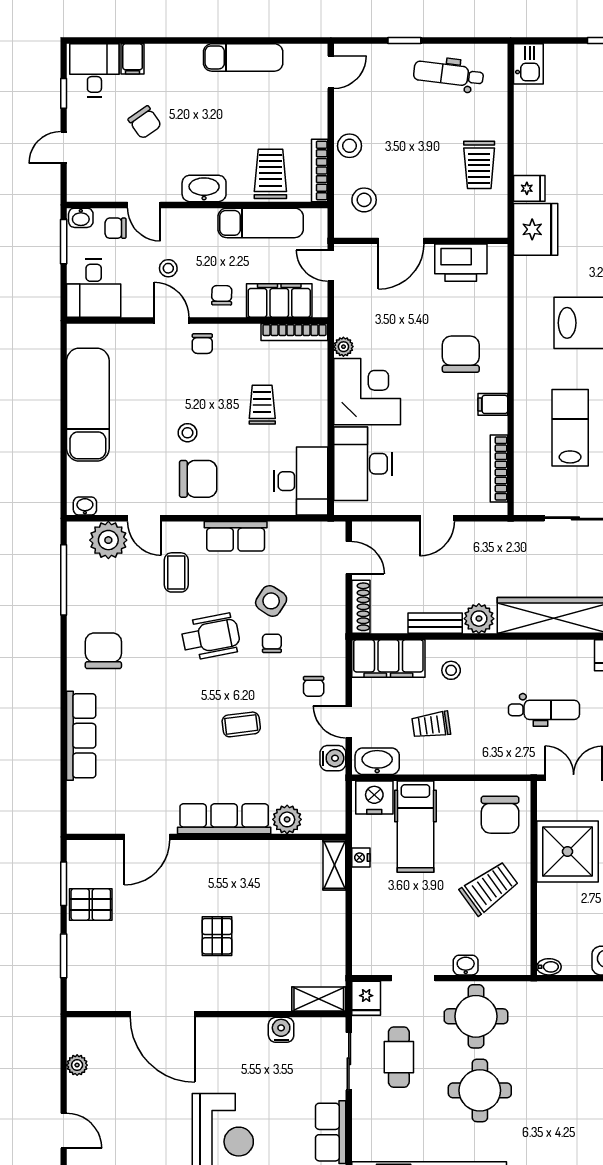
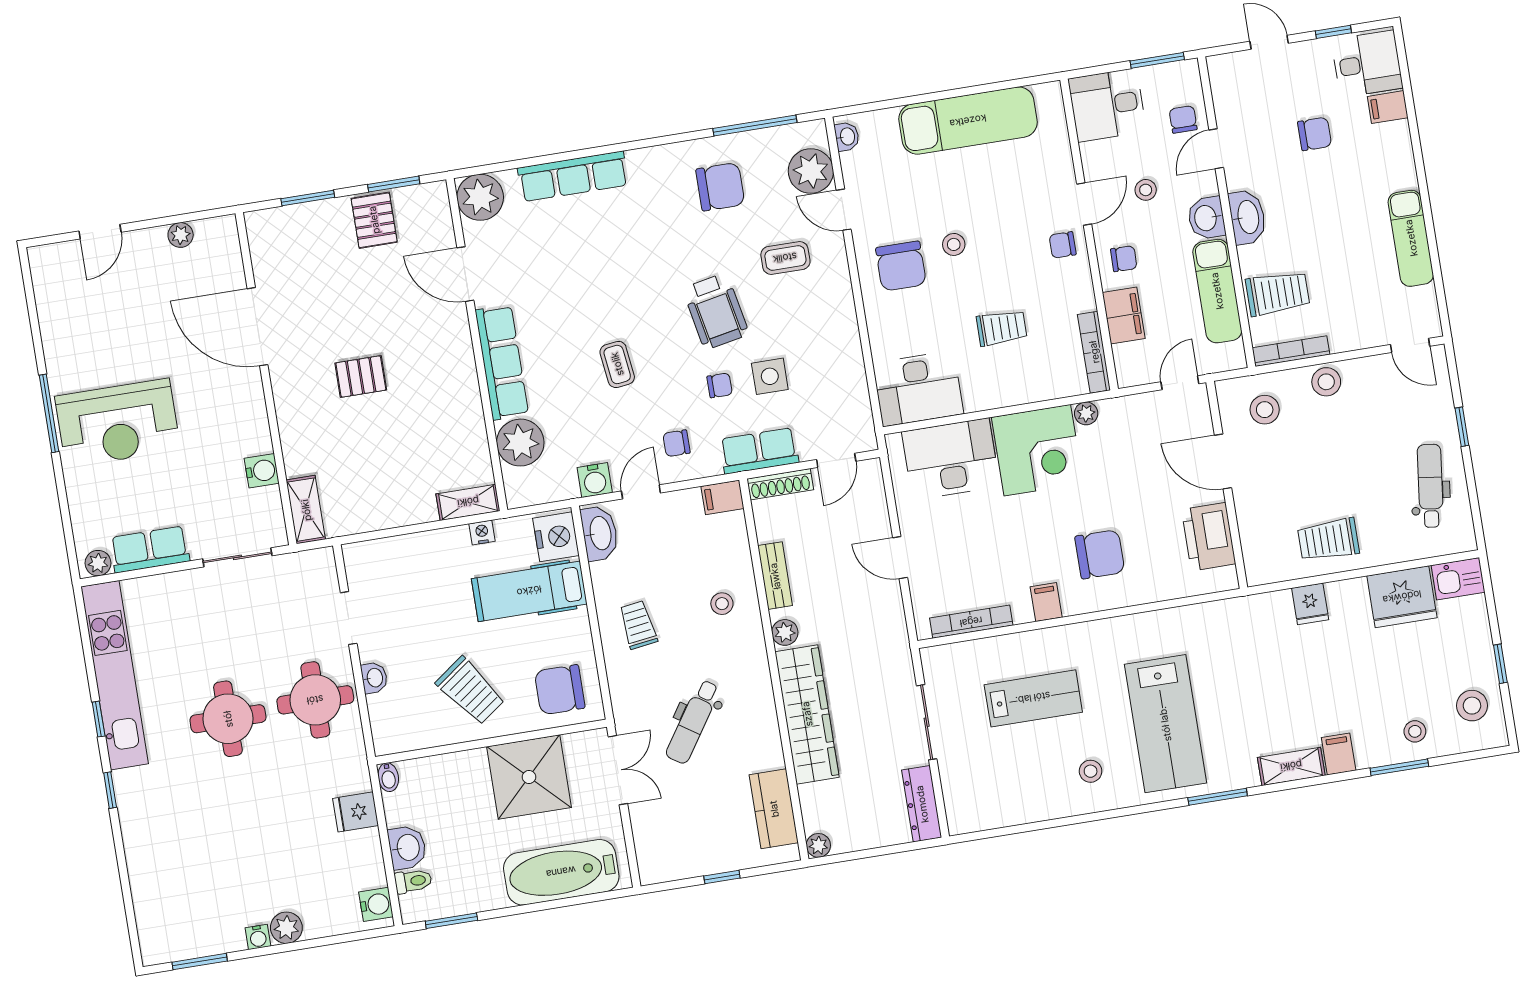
chair: (145, 122) -> (1315, 134), turned -145
washbasin: (81, 218) -> (1206, 218), moved, width x1.38, depth x1.45
fridge: (536, 229) -> (1402, 597), moved
filing cabinet: (279, 301) -> (1124, 316), width x0.67, depth x0.86
door: (144, 518) -> (844, 210), hinge flipped
row of seats: (236, 536) -> (759, 451), moved, turned 90
side table: (271, 601) -> (770, 376), turned -33
plant: (479, 619) -> (785, 632), width x0.73, depth x0.73
chair: (103, 651) -> (720, 187), moved
filing cabinet: (388, 659) -> (722, 497), width x0.33, depth x0.86
dental chair: (544, 710) -> (693, 722), turned 34
trolley: (431, 725) -> (638, 625), moved
plant: (86, 815) -> (480, 197), added
plant: (287, 819) -> (520, 443), width x1.36, depth x1.36
fridge: (366, 998) -> (356, 812), moved
door: (162, 1014) -> (258, 327), hinge flipped
cafe table: (399, 1057) -> (252, 616), removed

